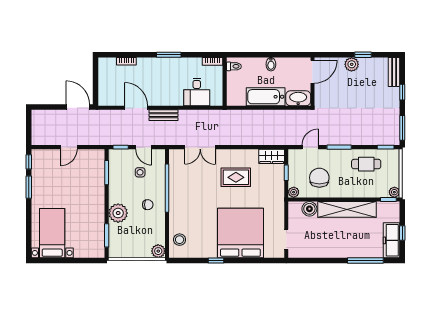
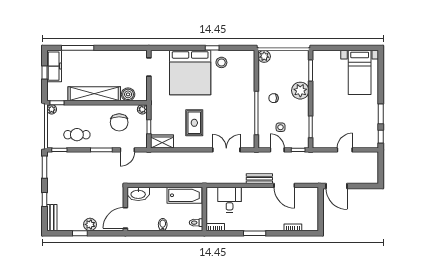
bathtub: (266, 97) -> (184, 195), moved
rug: (236, 177) -> (194, 123), turned 90
stool: (180, 240) -> (221, 62), moved

